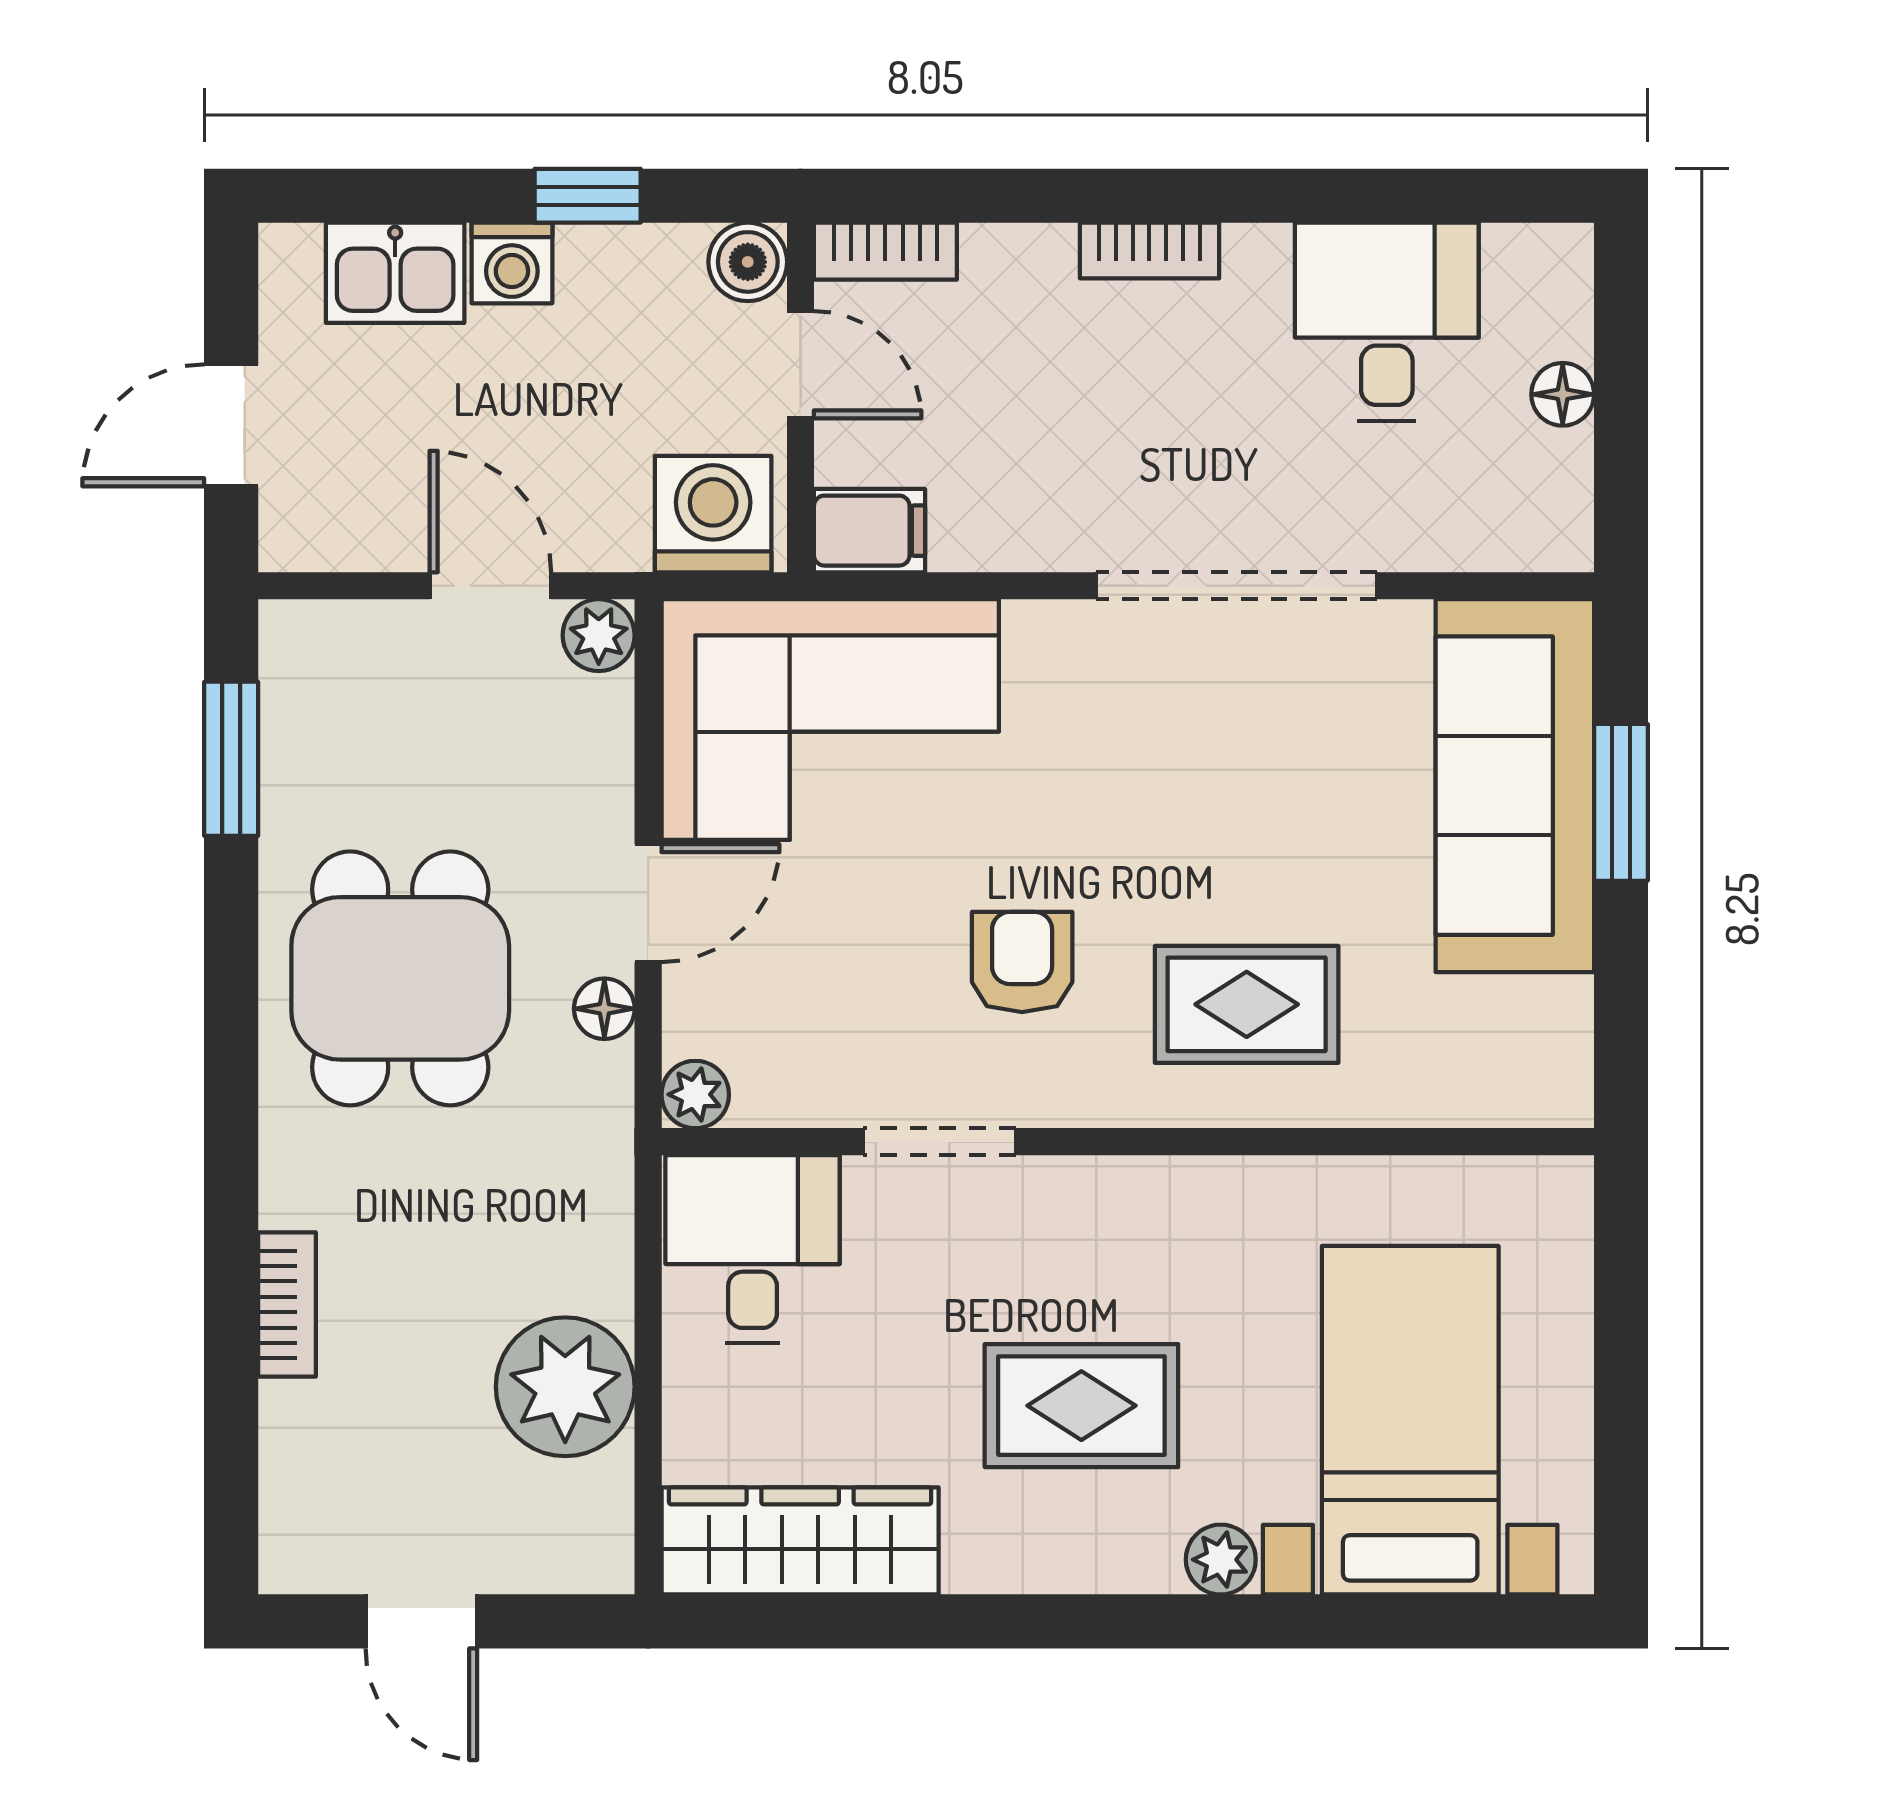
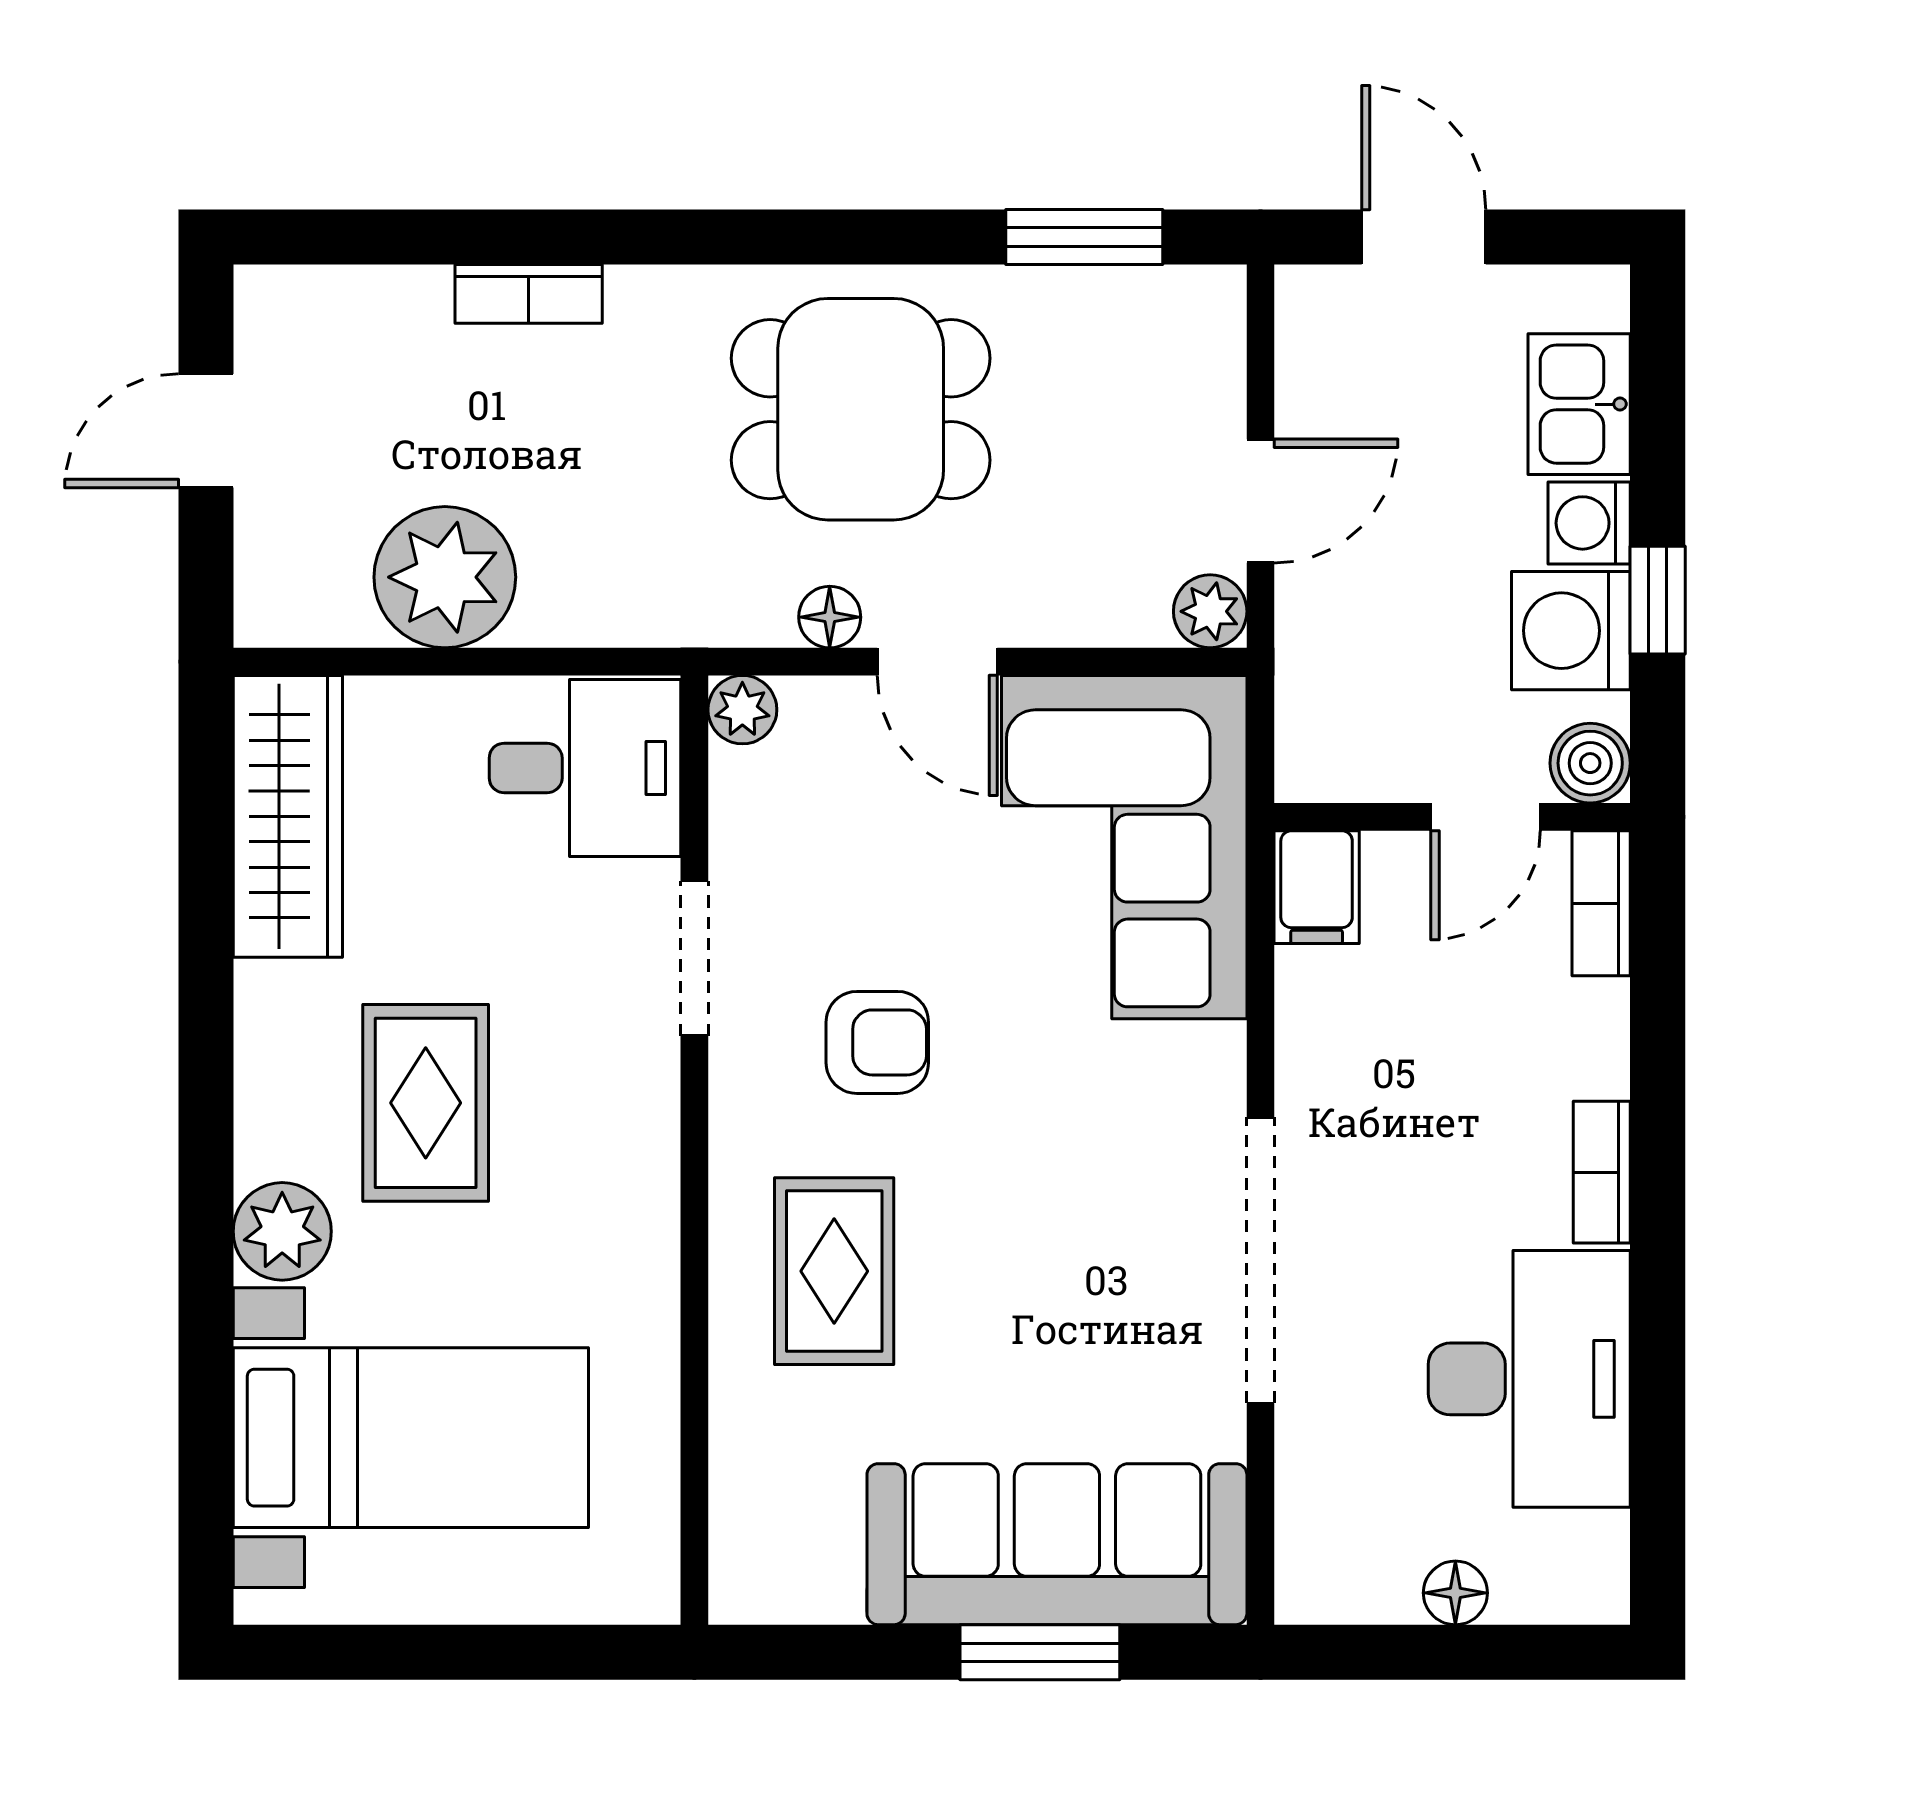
desk: (1387, 322) -> (1529, 1379), width x1.37
washing machine: (713, 514) -> (1571, 631), moved, turned 180
plant: (1221, 1560) -> (282, 1231), width x1.38, depth x1.38

